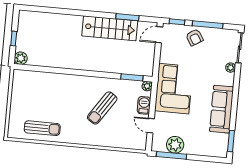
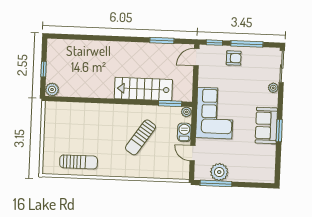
stairs: (110, 28) -> (143, 89), moved, turned 180
armchair: (194, 37) -> (234, 58), turned -58
sofa: (222, 109) -> (266, 126), width x0.73
window: (231, 141) -> (279, 130), moved

